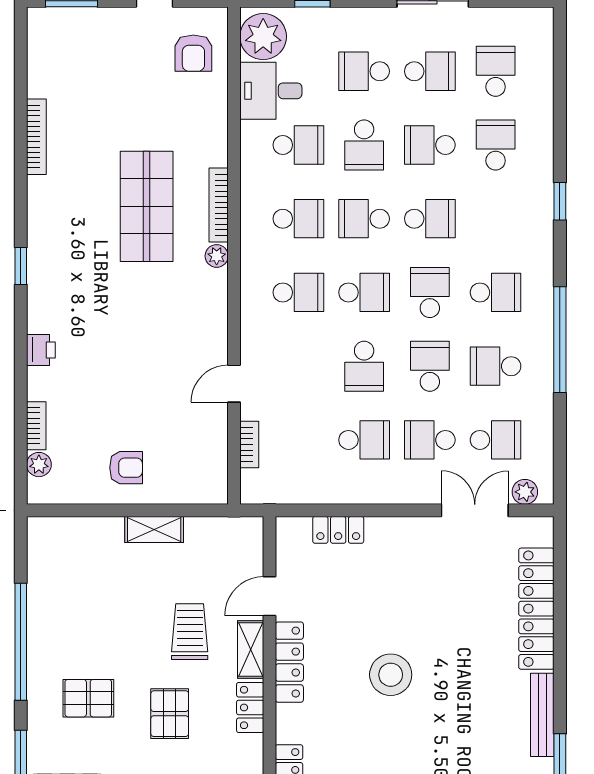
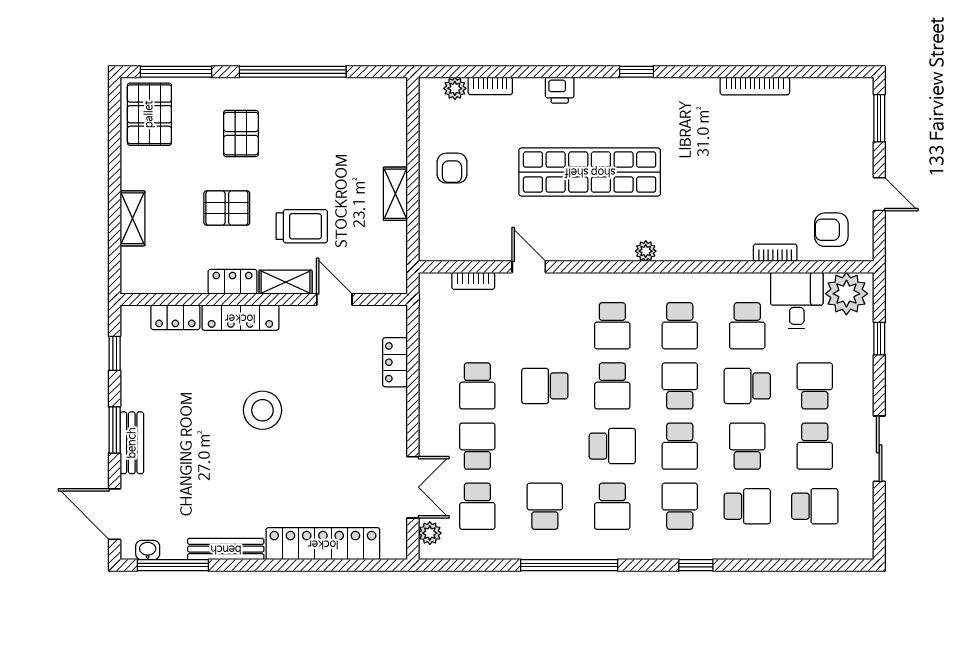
bookcase: (219, 205) -> (775, 253), moved, width x0.64
shop shelf: (147, 206) -> (590, 172), moved, width x1.40
school desk: (430, 366) -> (680, 506), moved, turned -90
locker: (289, 662) -> (240, 318), moved

